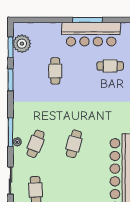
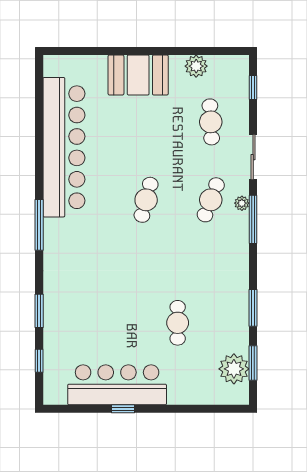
window: (88, 20) -> (123, 409), width x0.46
cafe table: (110, 66) -> (85, 331), removed
sliding door: (11, 181) -> (253, 157), moved

